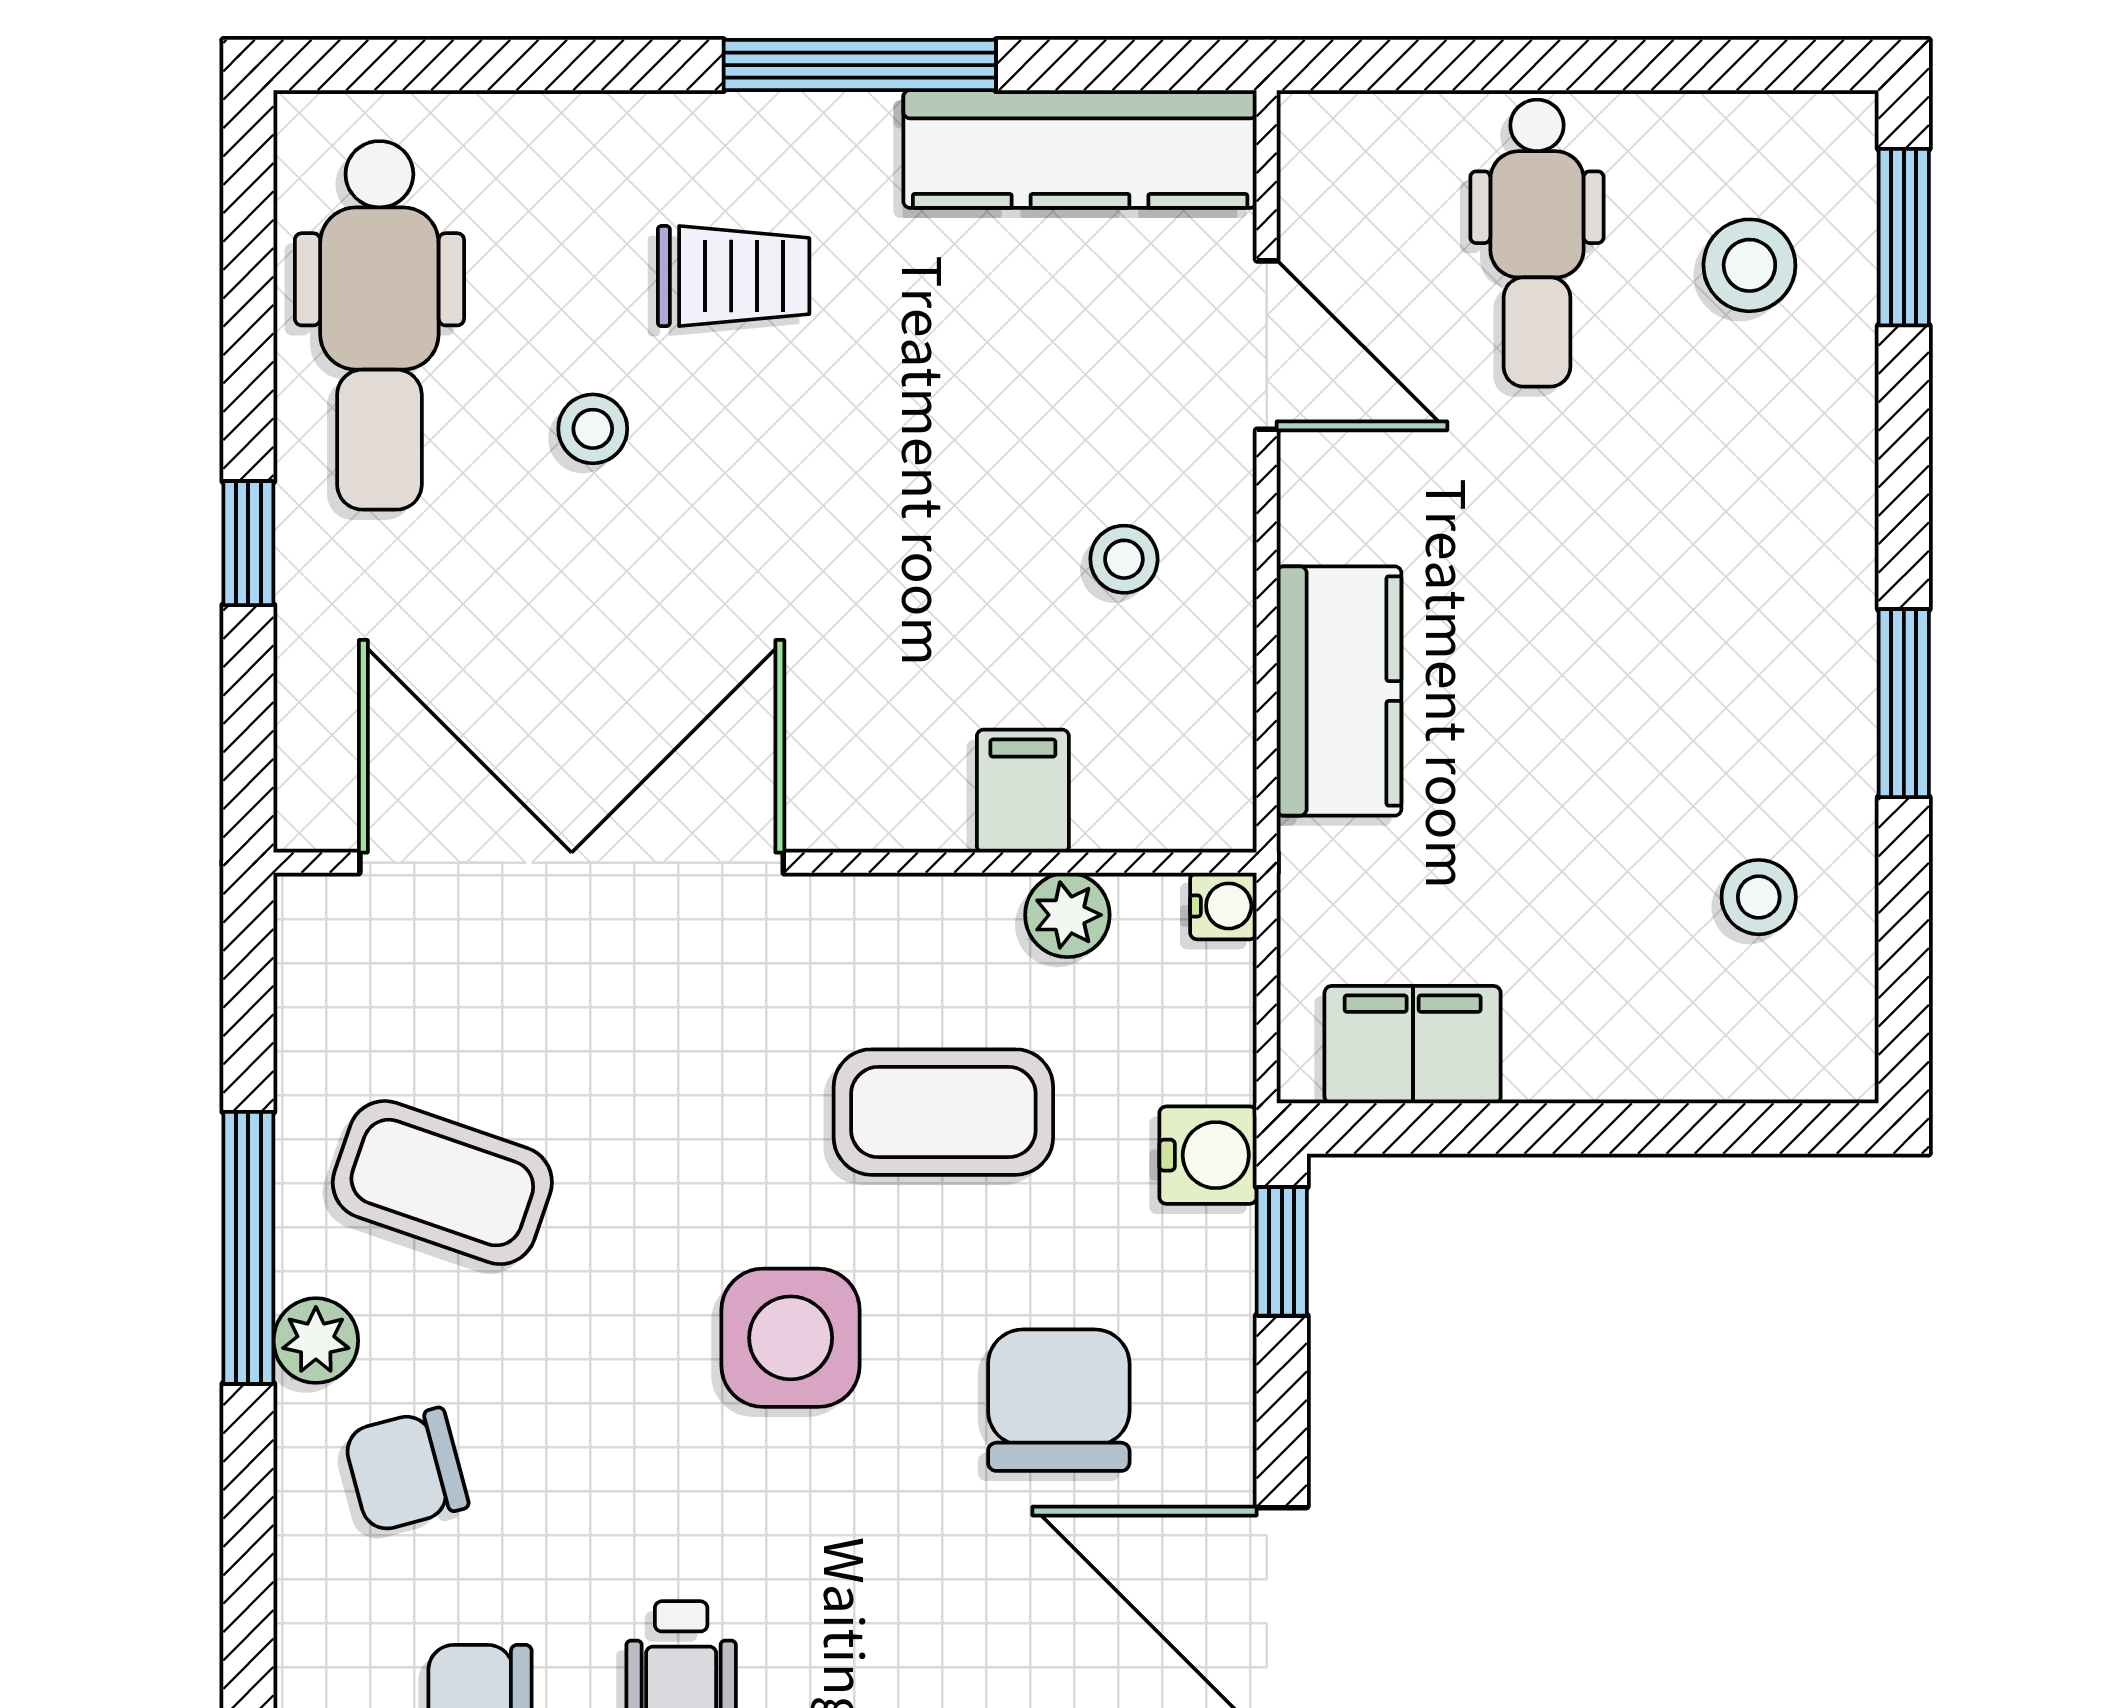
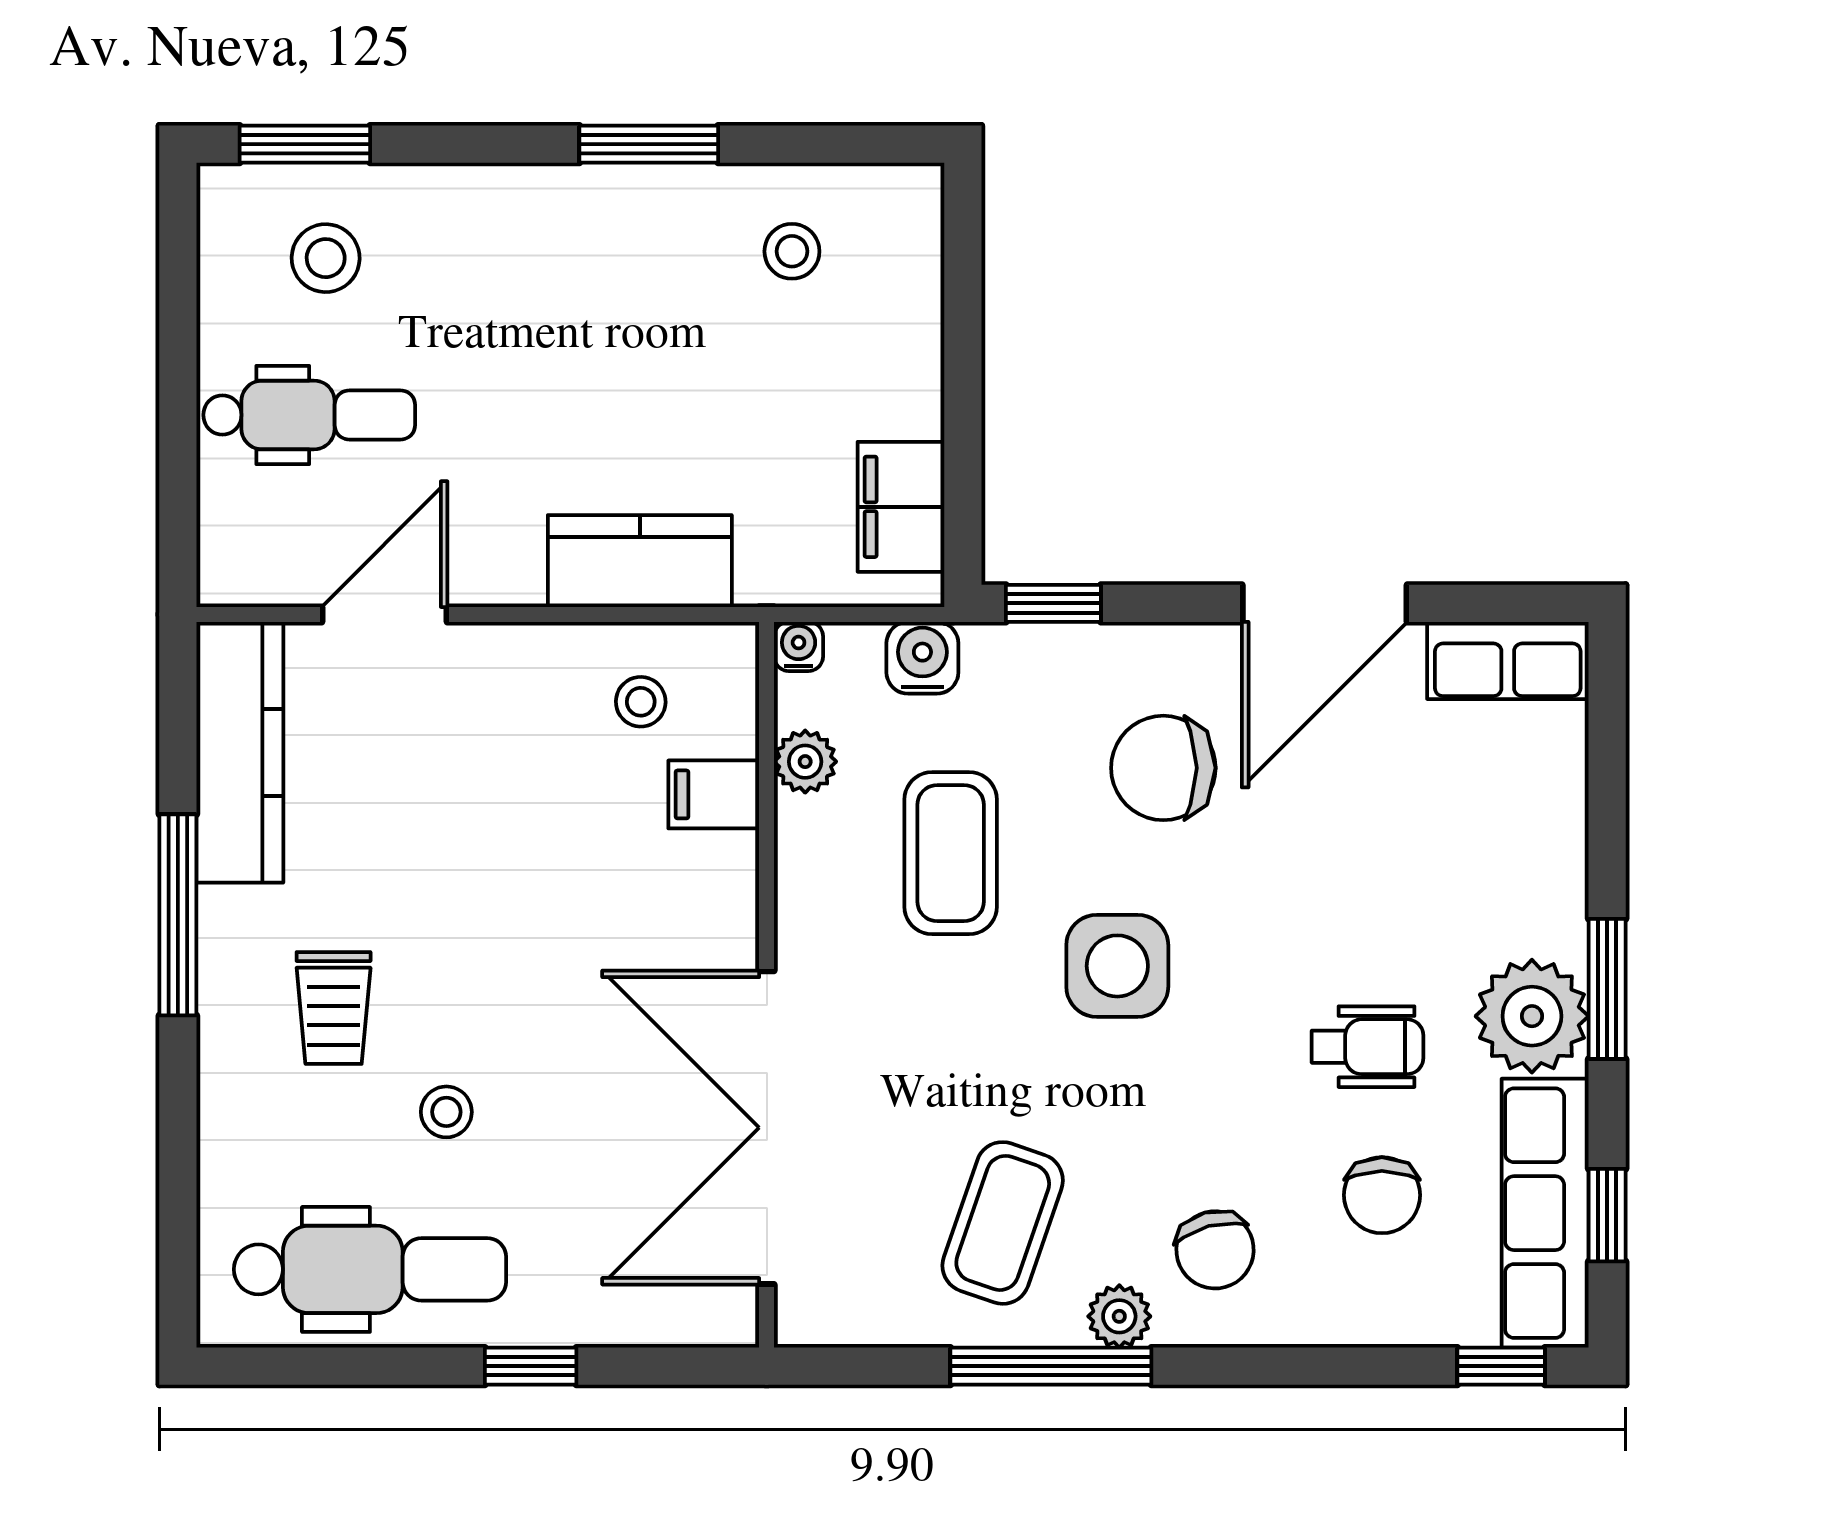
trolley: (734, 276) -> (334, 1008), turned 180
stool: (1124, 559) -> (641, 702), moved
water cooler: (1208, 1155) -> (922, 658), moved

